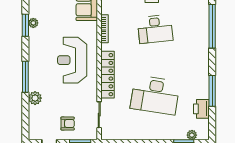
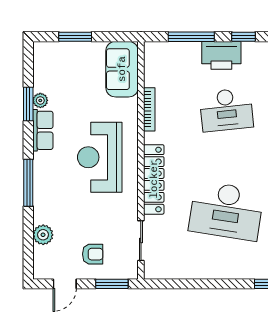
row of seats: (35, 42) -> (43, 130), added
plant: (35, 98) -> (43, 235), moved

